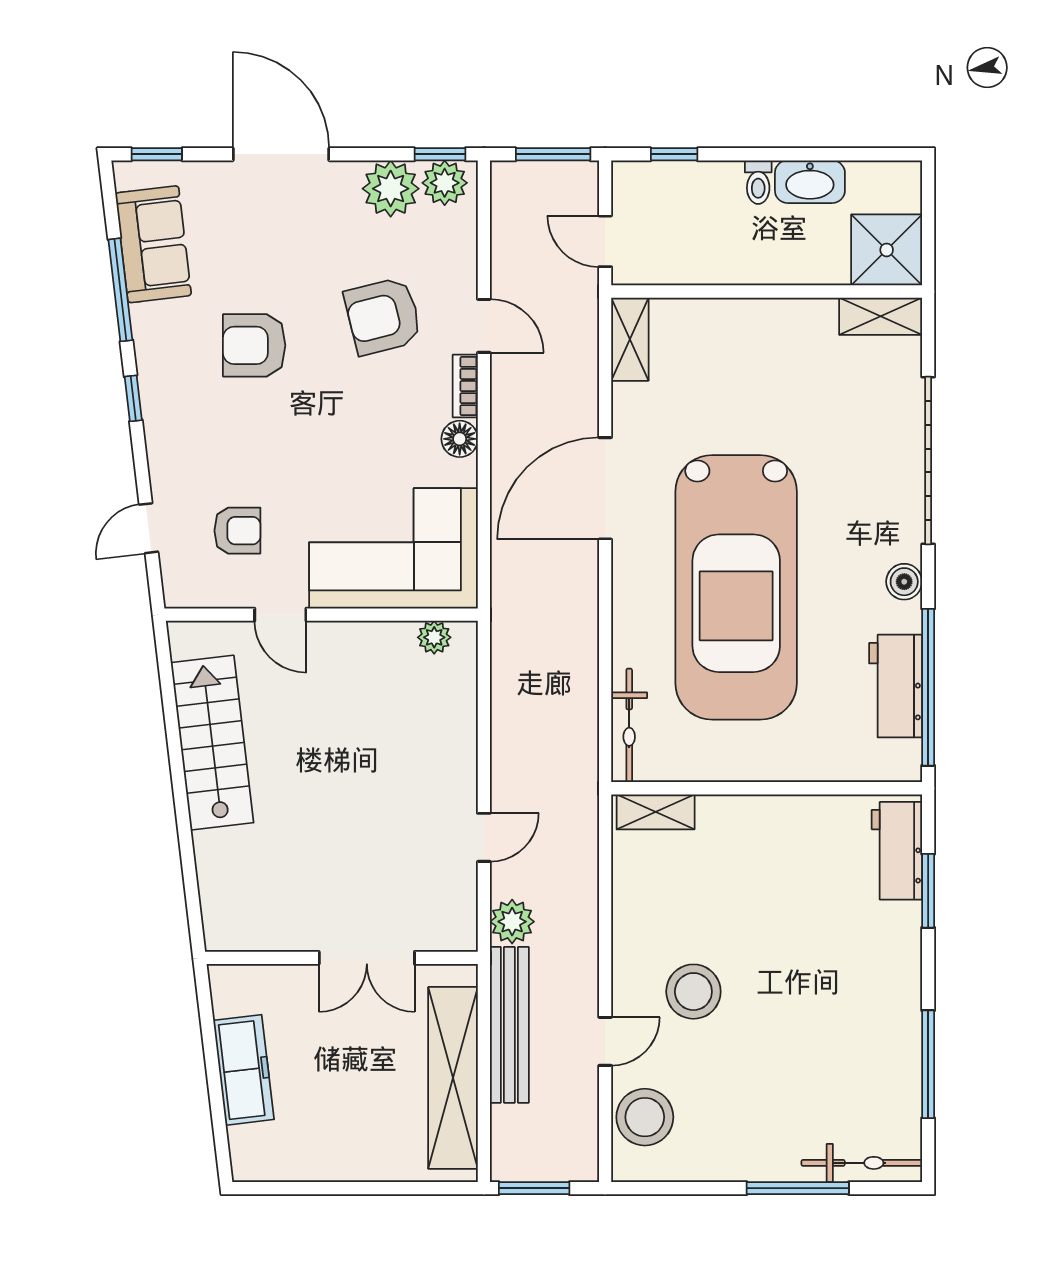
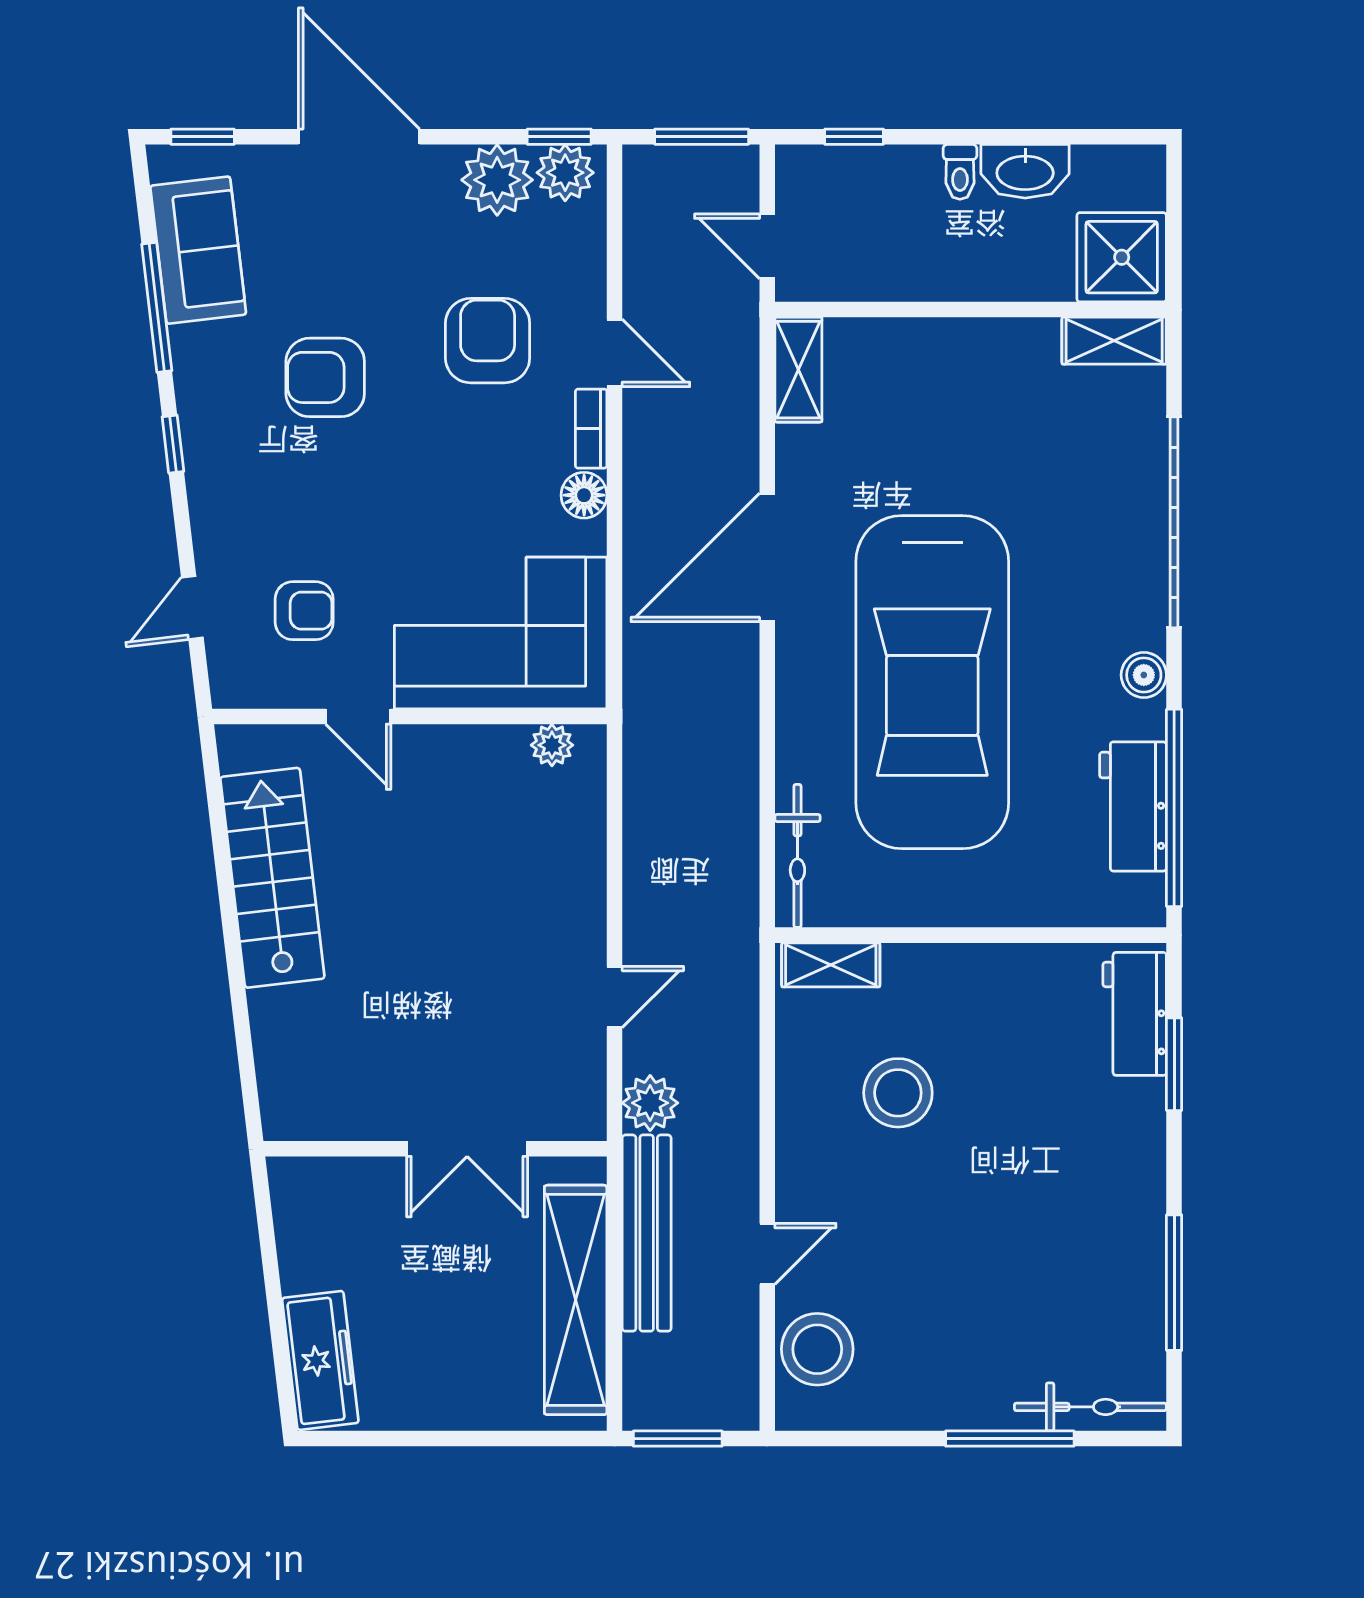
armchair: (383, 316) -> (488, 341), turned 104
stool: (693, 992) -> (898, 1093), moved
freezer: (244, 1070) -> (320, 1360), moved

